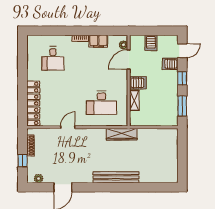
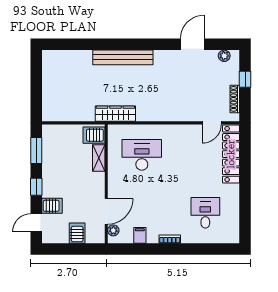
filing cabinet: (98, 41) -> (140, 235), width x0.50
server rack: (138, 83) -> (94, 135), moved
door: (68, 127) -> (212, 123), moved

